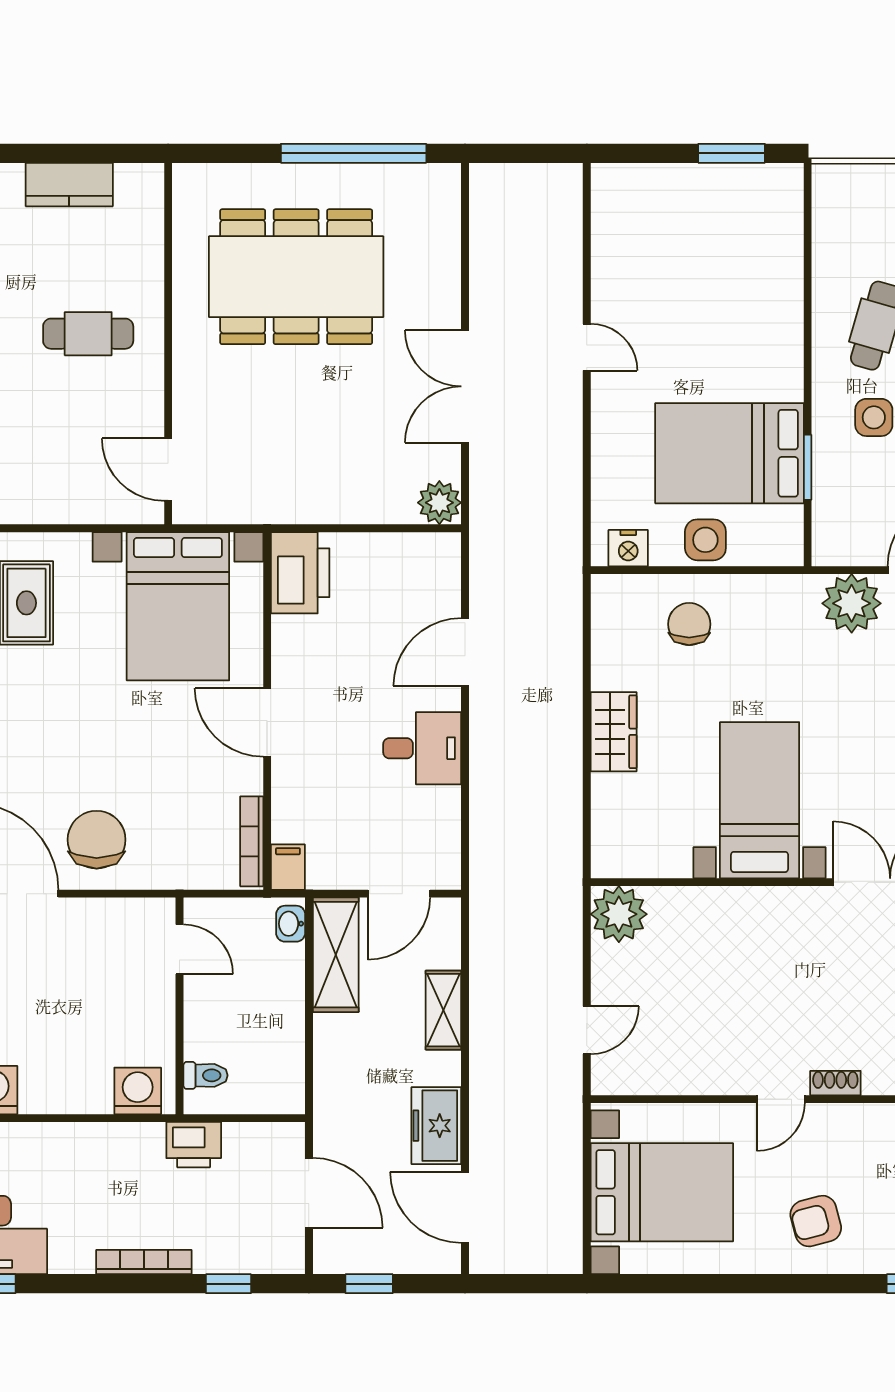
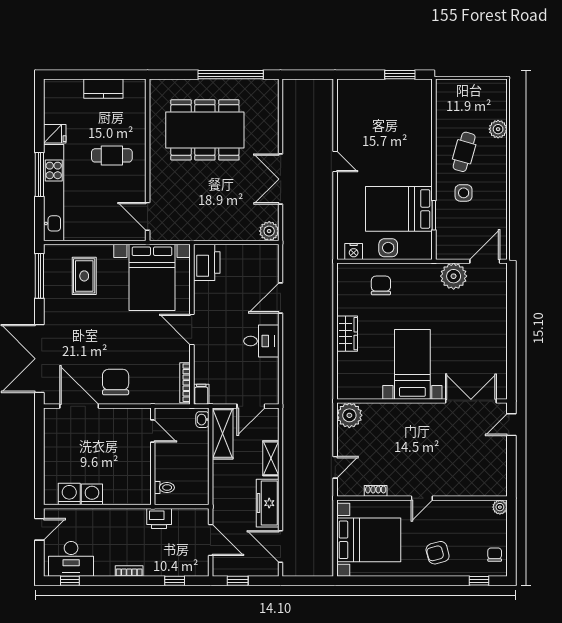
shoe rack: (835, 1083) -> (376, 491), moved
washing machine: (138, 1091) -> (92, 494), moved
freezer: (436, 1126) -> (268, 503), width x1.40
bookcase: (144, 1262) -> (129, 571), width x0.64

